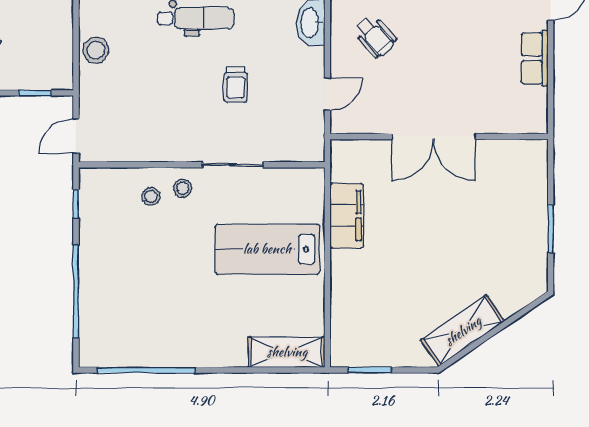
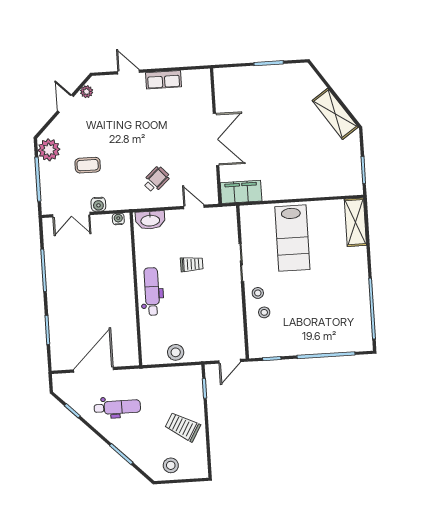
door: (76, 136) -> (230, 361), hinge flipped
filing cabinet: (347, 216) -> (241, 192), moved

